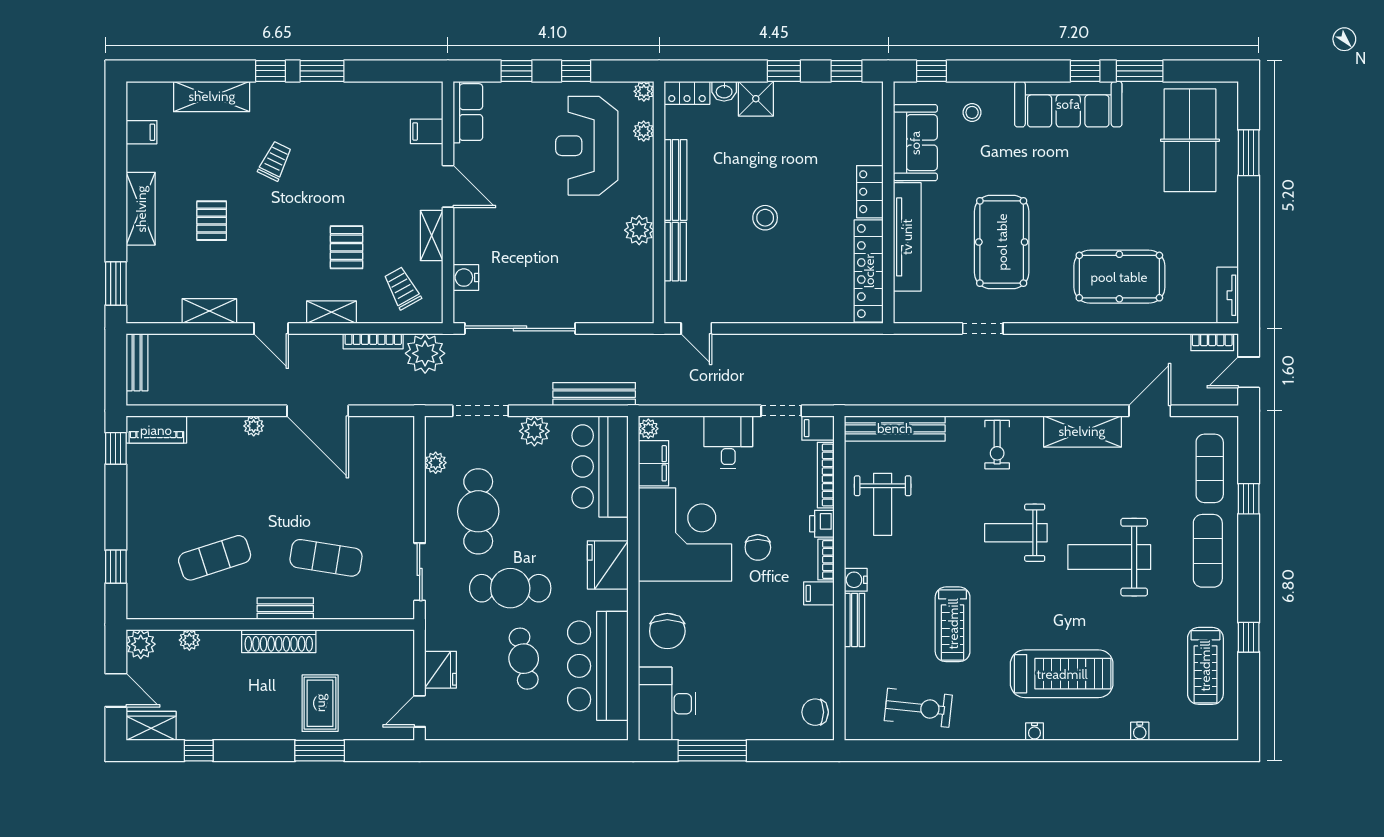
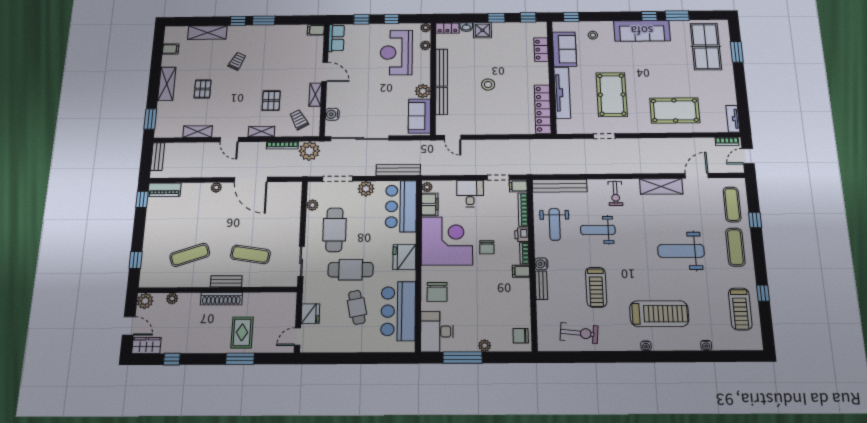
filing cabinet: (427, 131) -> (316, 30), moved
locker: (870, 192) -> (541, 50), moved
sofa: (633, 283) -> (419, 116), added
weight bench: (1016, 533) -> (598, 230), moved
plant: (751, 729) -> (485, 346), added

